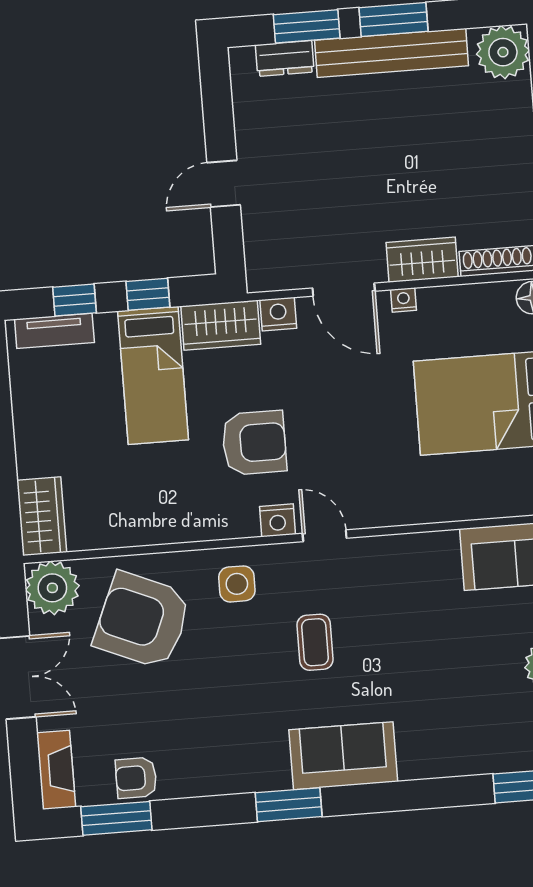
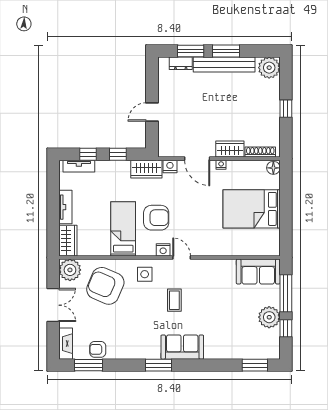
bed: (153, 375) -> (123, 229), moved, turned 180
tv unit: (29, 434) -> (65, 207), added

